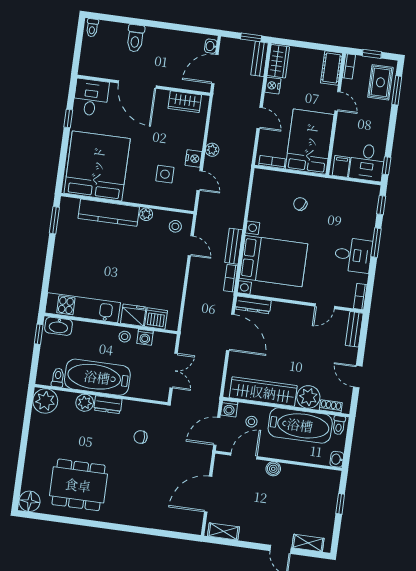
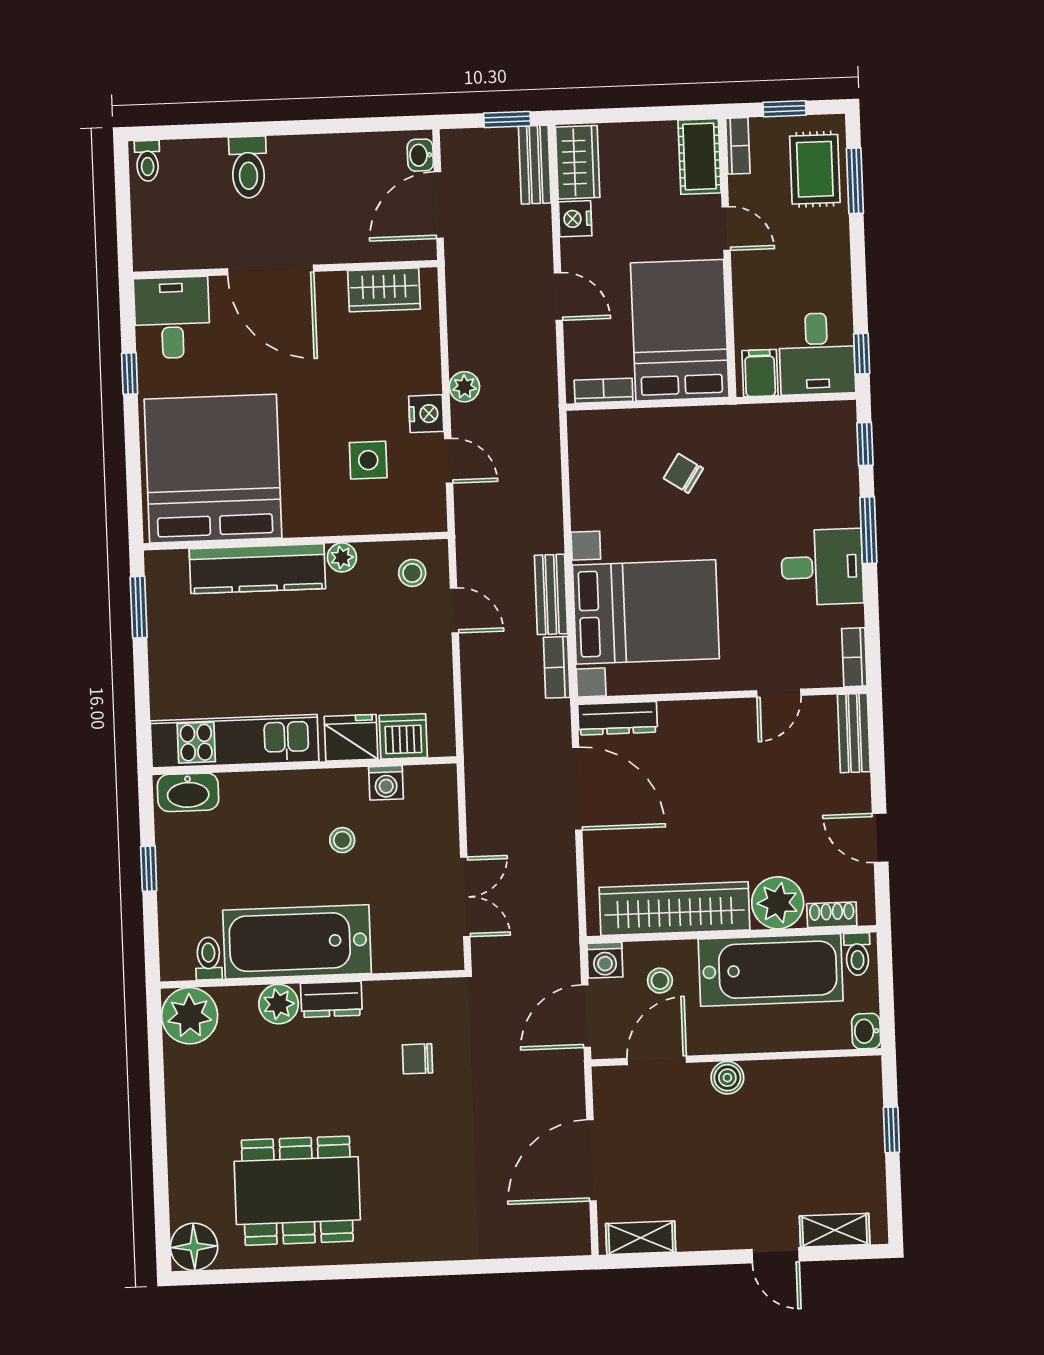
kitchen unit: (83, 308) -> (235, 741), moved
fridge: (133, 315) -> (351, 738), moved
dishwasher: (156, 318) -> (403, 736), moved
wall: (111, 324) -> (304, 766), moved
washbasin: (59, 326) -> (188, 792), moved
washing machine: (145, 337) -> (386, 783), moved

